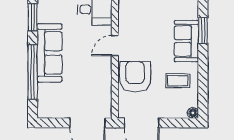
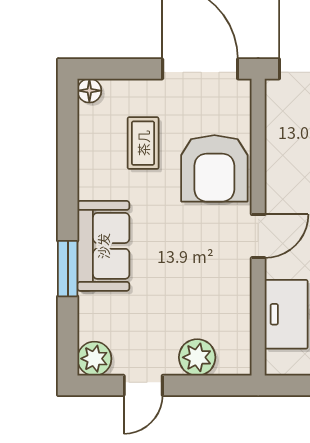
coffee table: (178, 81) -> (143, 143), moved, turned 90

